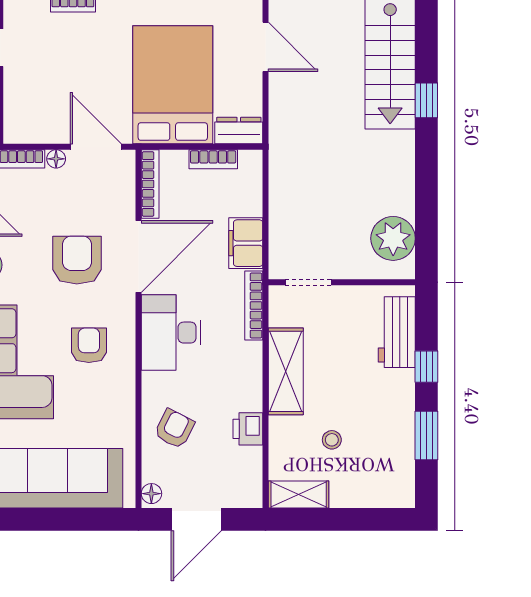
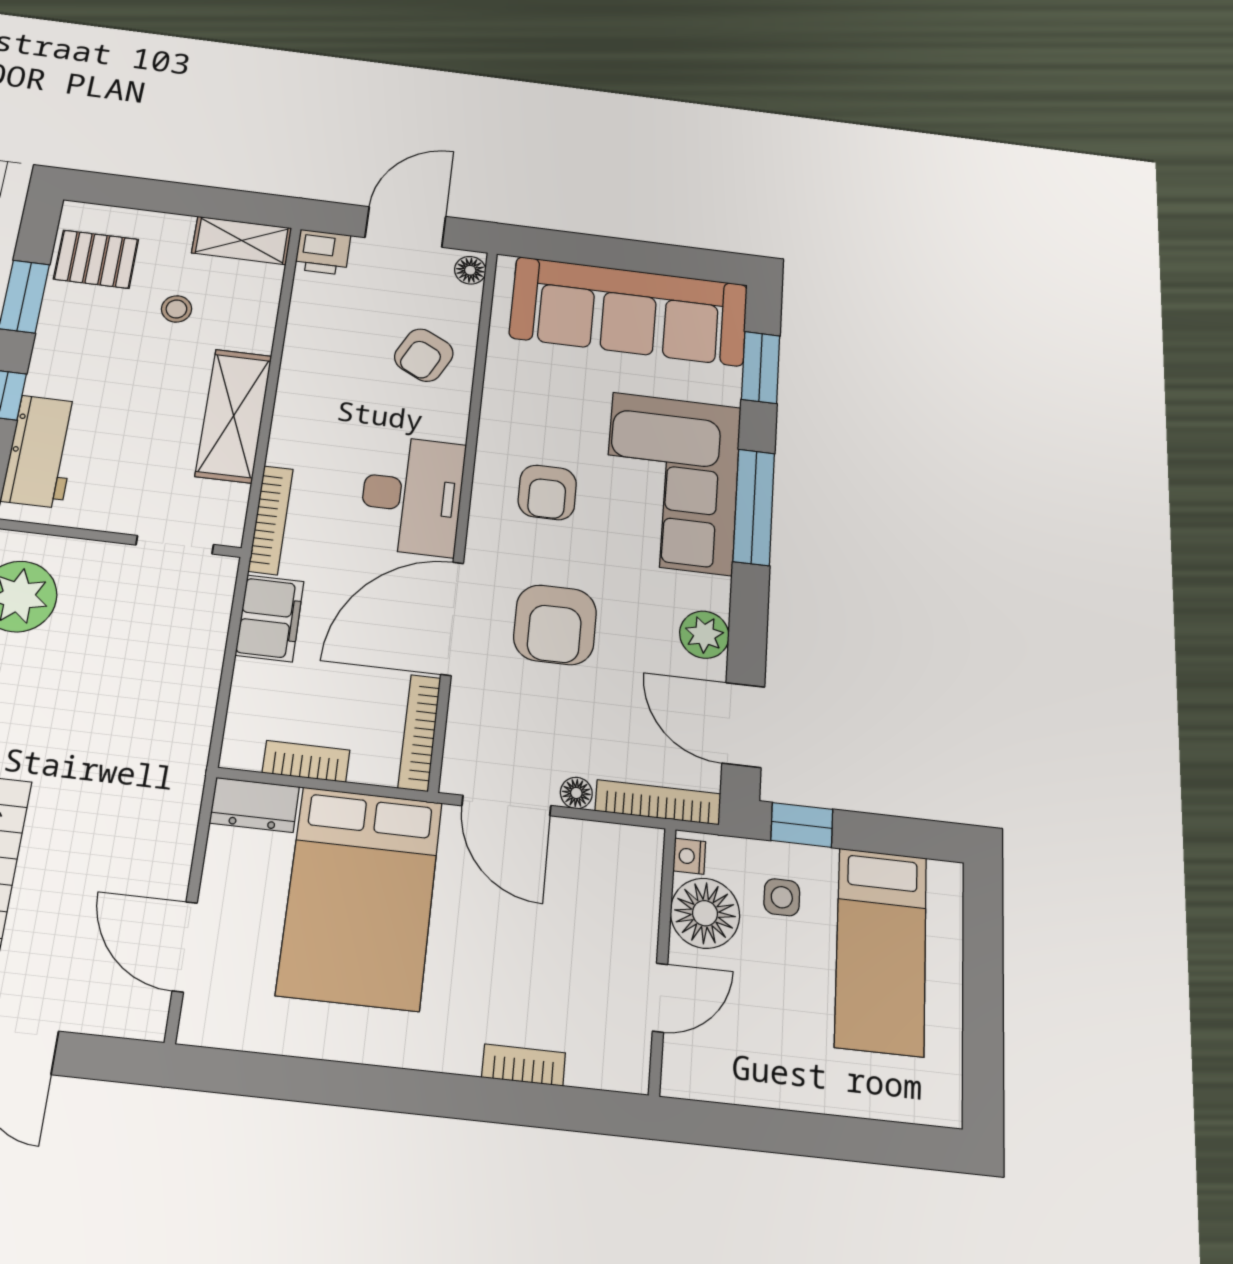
printer: (248, 429) -> (323, 252), moved, turned 90
pallet: (387, 468) -> (96, 259), added

